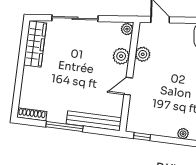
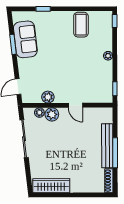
sliding door: (75, 18) -> (24, 139), moved
plant: (127, 29) -> (39, 113), moved
bench: (94, 121) -> (107, 146), moved

